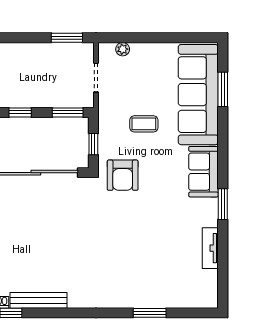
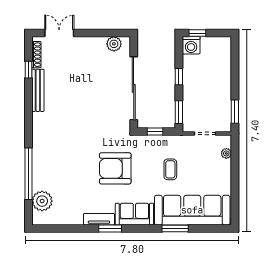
window: (223, 89) -> (175, 229), moved
armchair: (123, 175) -> (115, 168), moved, width x1.36, depth x1.36
tv unit: (210, 248) -> (99, 219), moved
plant: (186, 295) -> (42, 201), added
window: (150, 313) -> (28, 174), width x2.11

